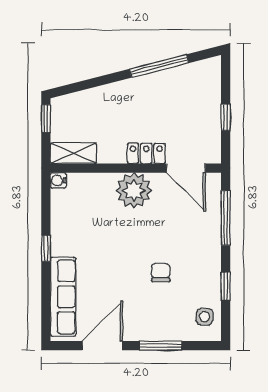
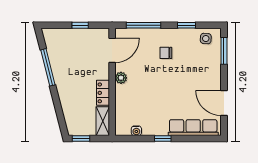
locker: (146, 153) -> (103, 93), moved
water cooler: (58, 180) -> (136, 131), moved
plant: (134, 190) -> (121, 78), width x0.53, depth x0.53
chair: (161, 273) -> (166, 53), moved
window: (161, 346) -> (224, 51), moved

